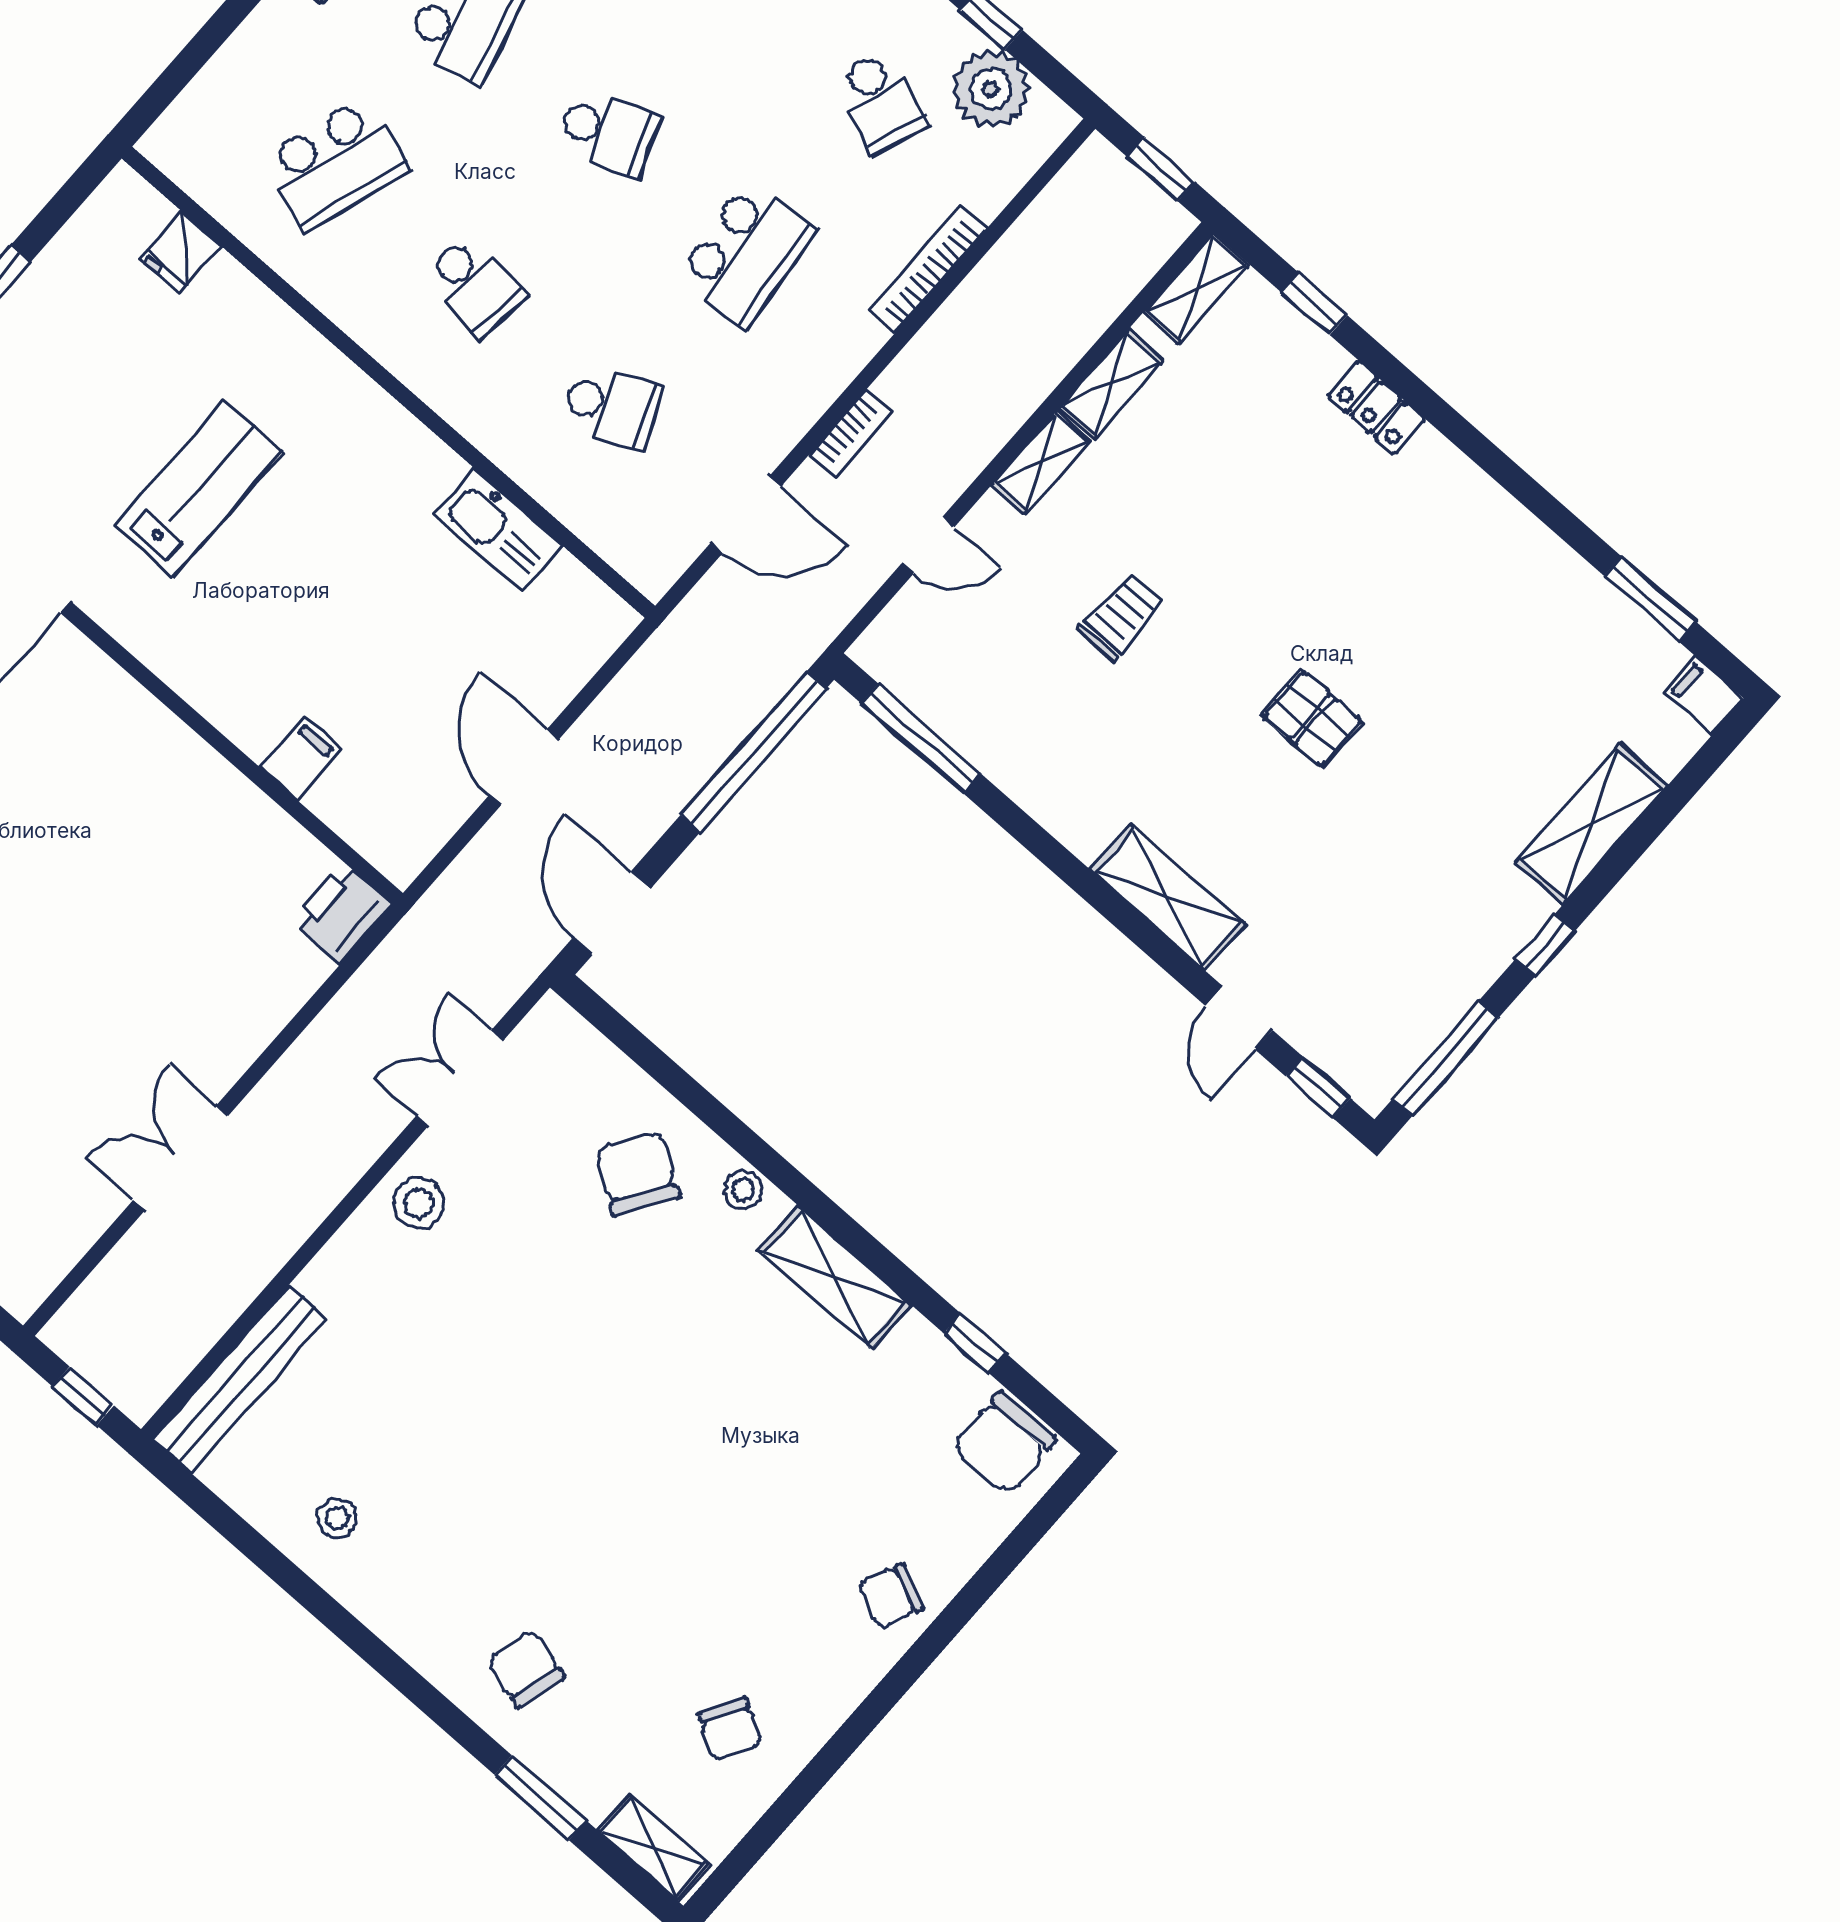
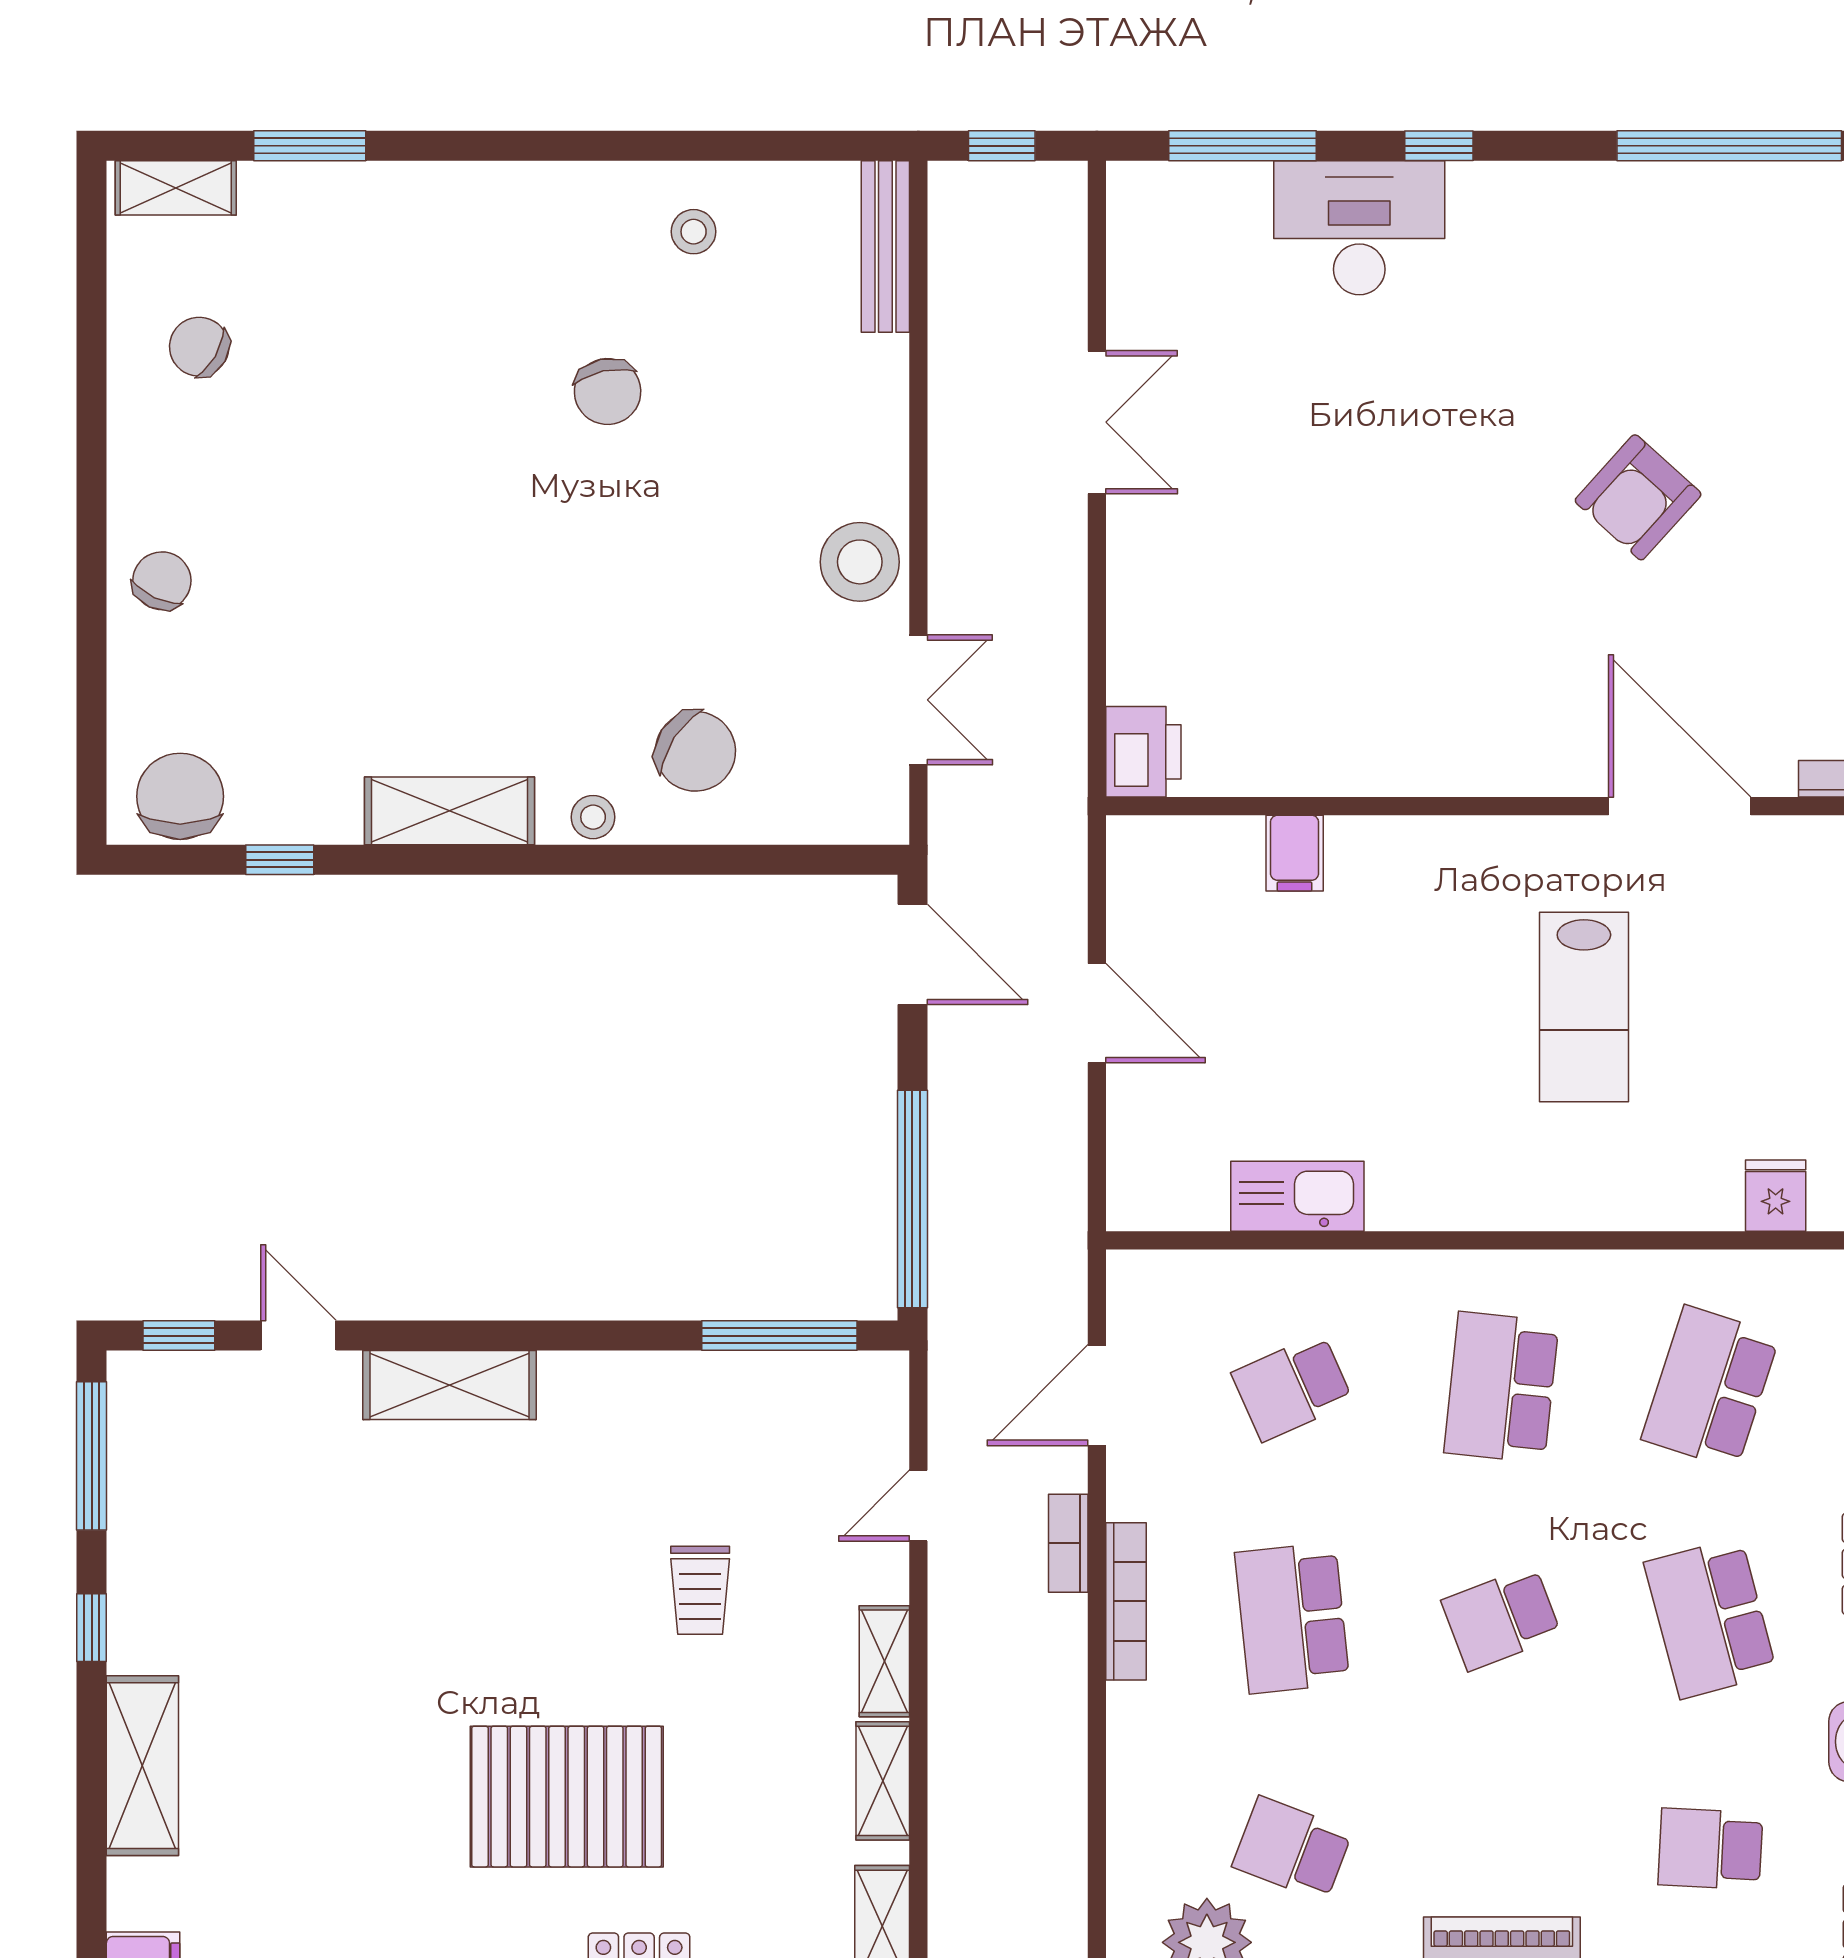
bookcase: (928, 269) -> (1126, 1601), moved
school desk: (474, 285) -> (1501, 1387), width x1.85
pallet: (1312, 719) -> (567, 1797), moved, width x2.05, depth x2.00
stool: (419, 1203) -> (860, 562), width x1.38, depth x1.38
bench: (240, 1379) -> (885, 247), width x0.73, depth x0.82
chair: (526, 1669) -> (608, 392), moved, turned 62

